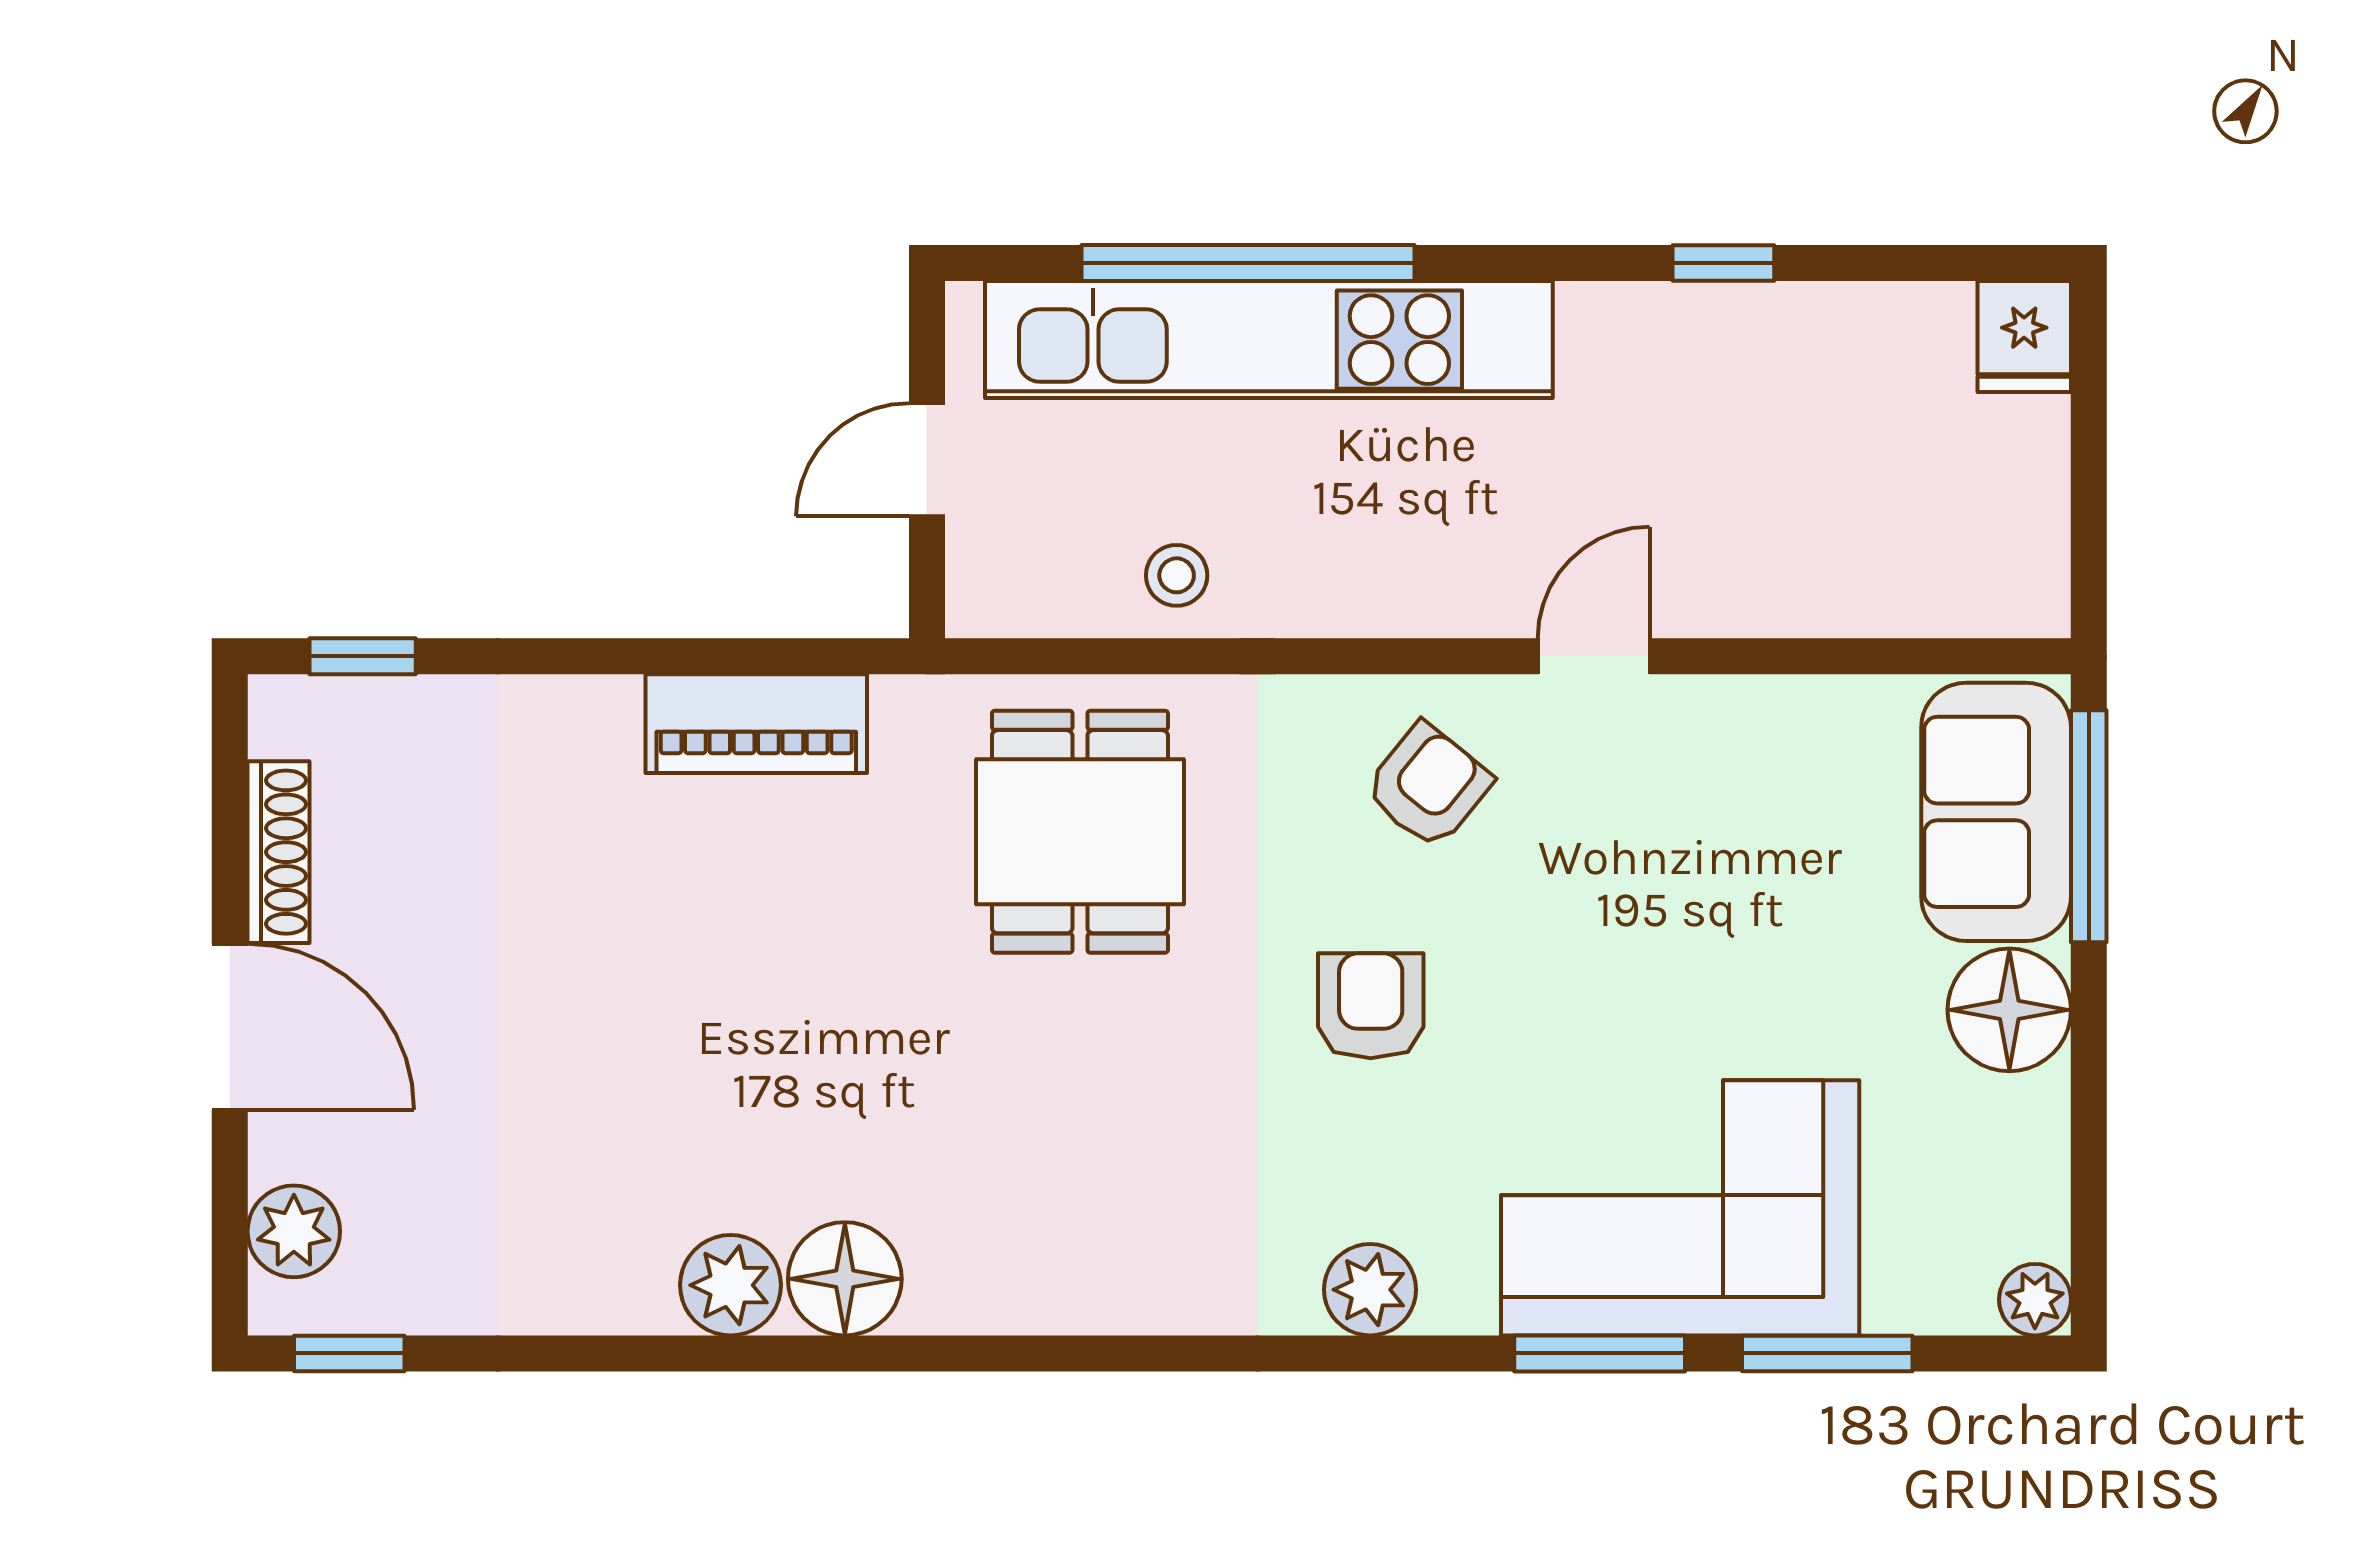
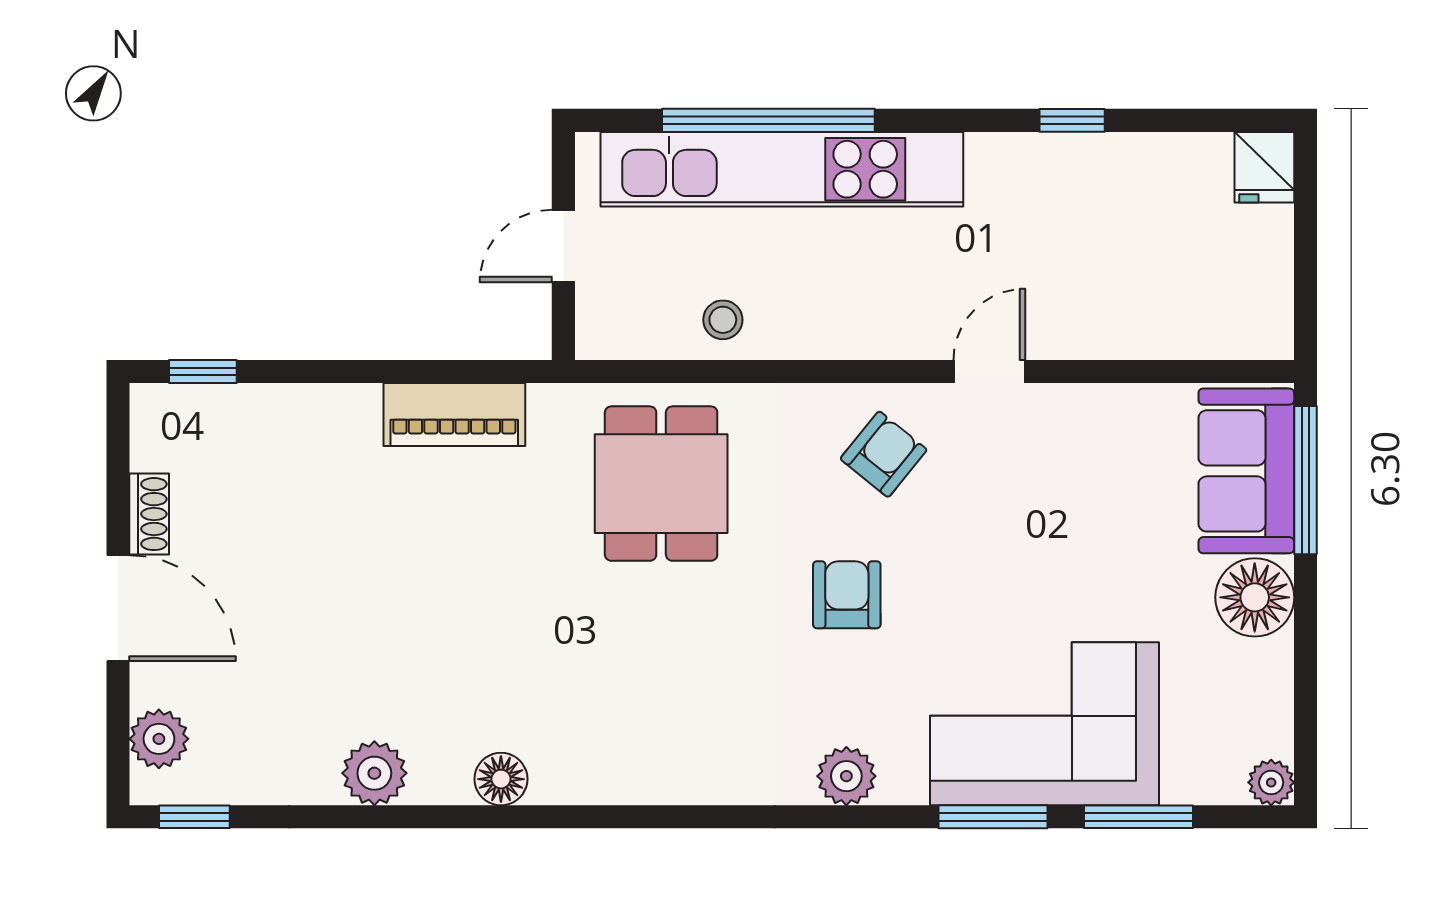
shoe rack: (279, 852) -> (149, 514), width x0.70
floor lamp: (845, 1279) -> (501, 779), width x0.73, depth x0.73
plant: (731, 1285) -> (374, 773), moved

